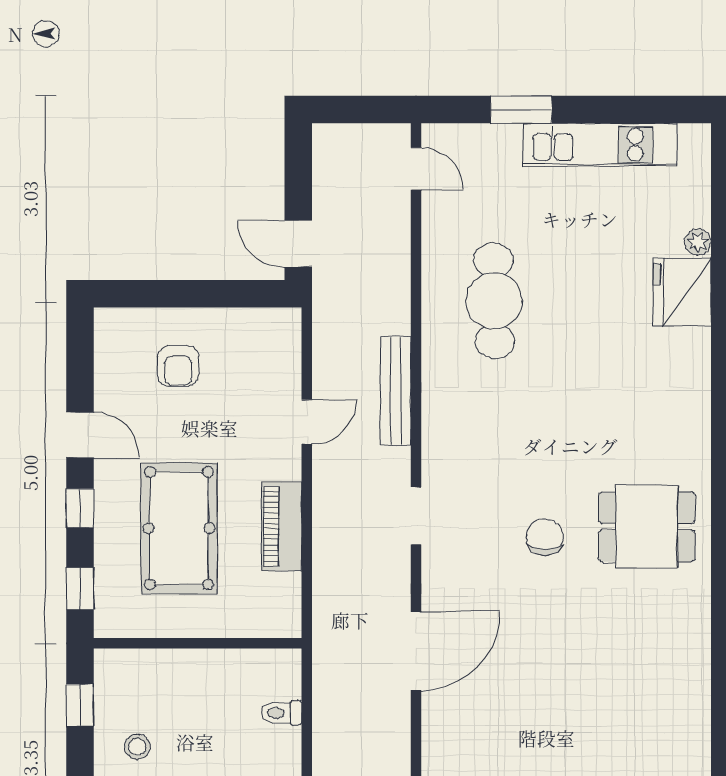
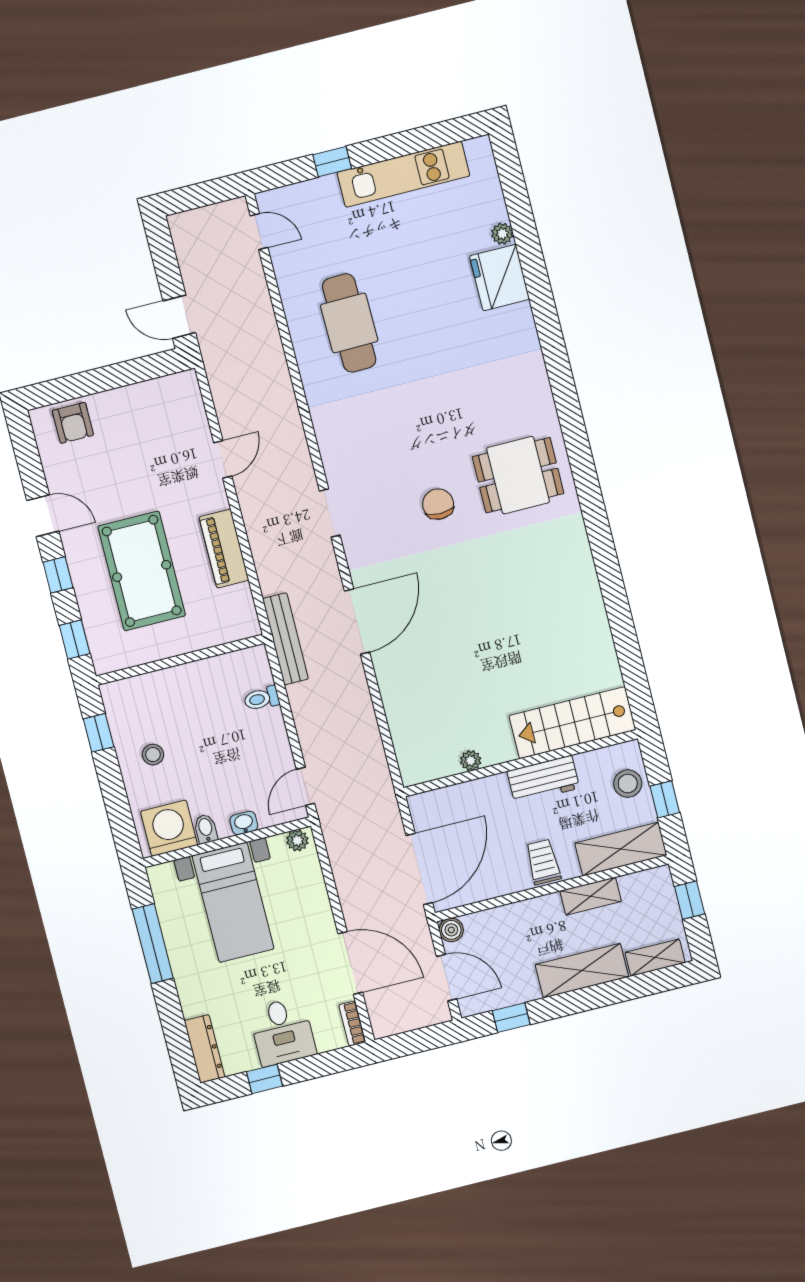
window: (521, 110) -> (332, 162), width x0.67
armchair: (178, 366) -> (73, 423), moved
bench: (396, 391) -> (285, 639), moved

